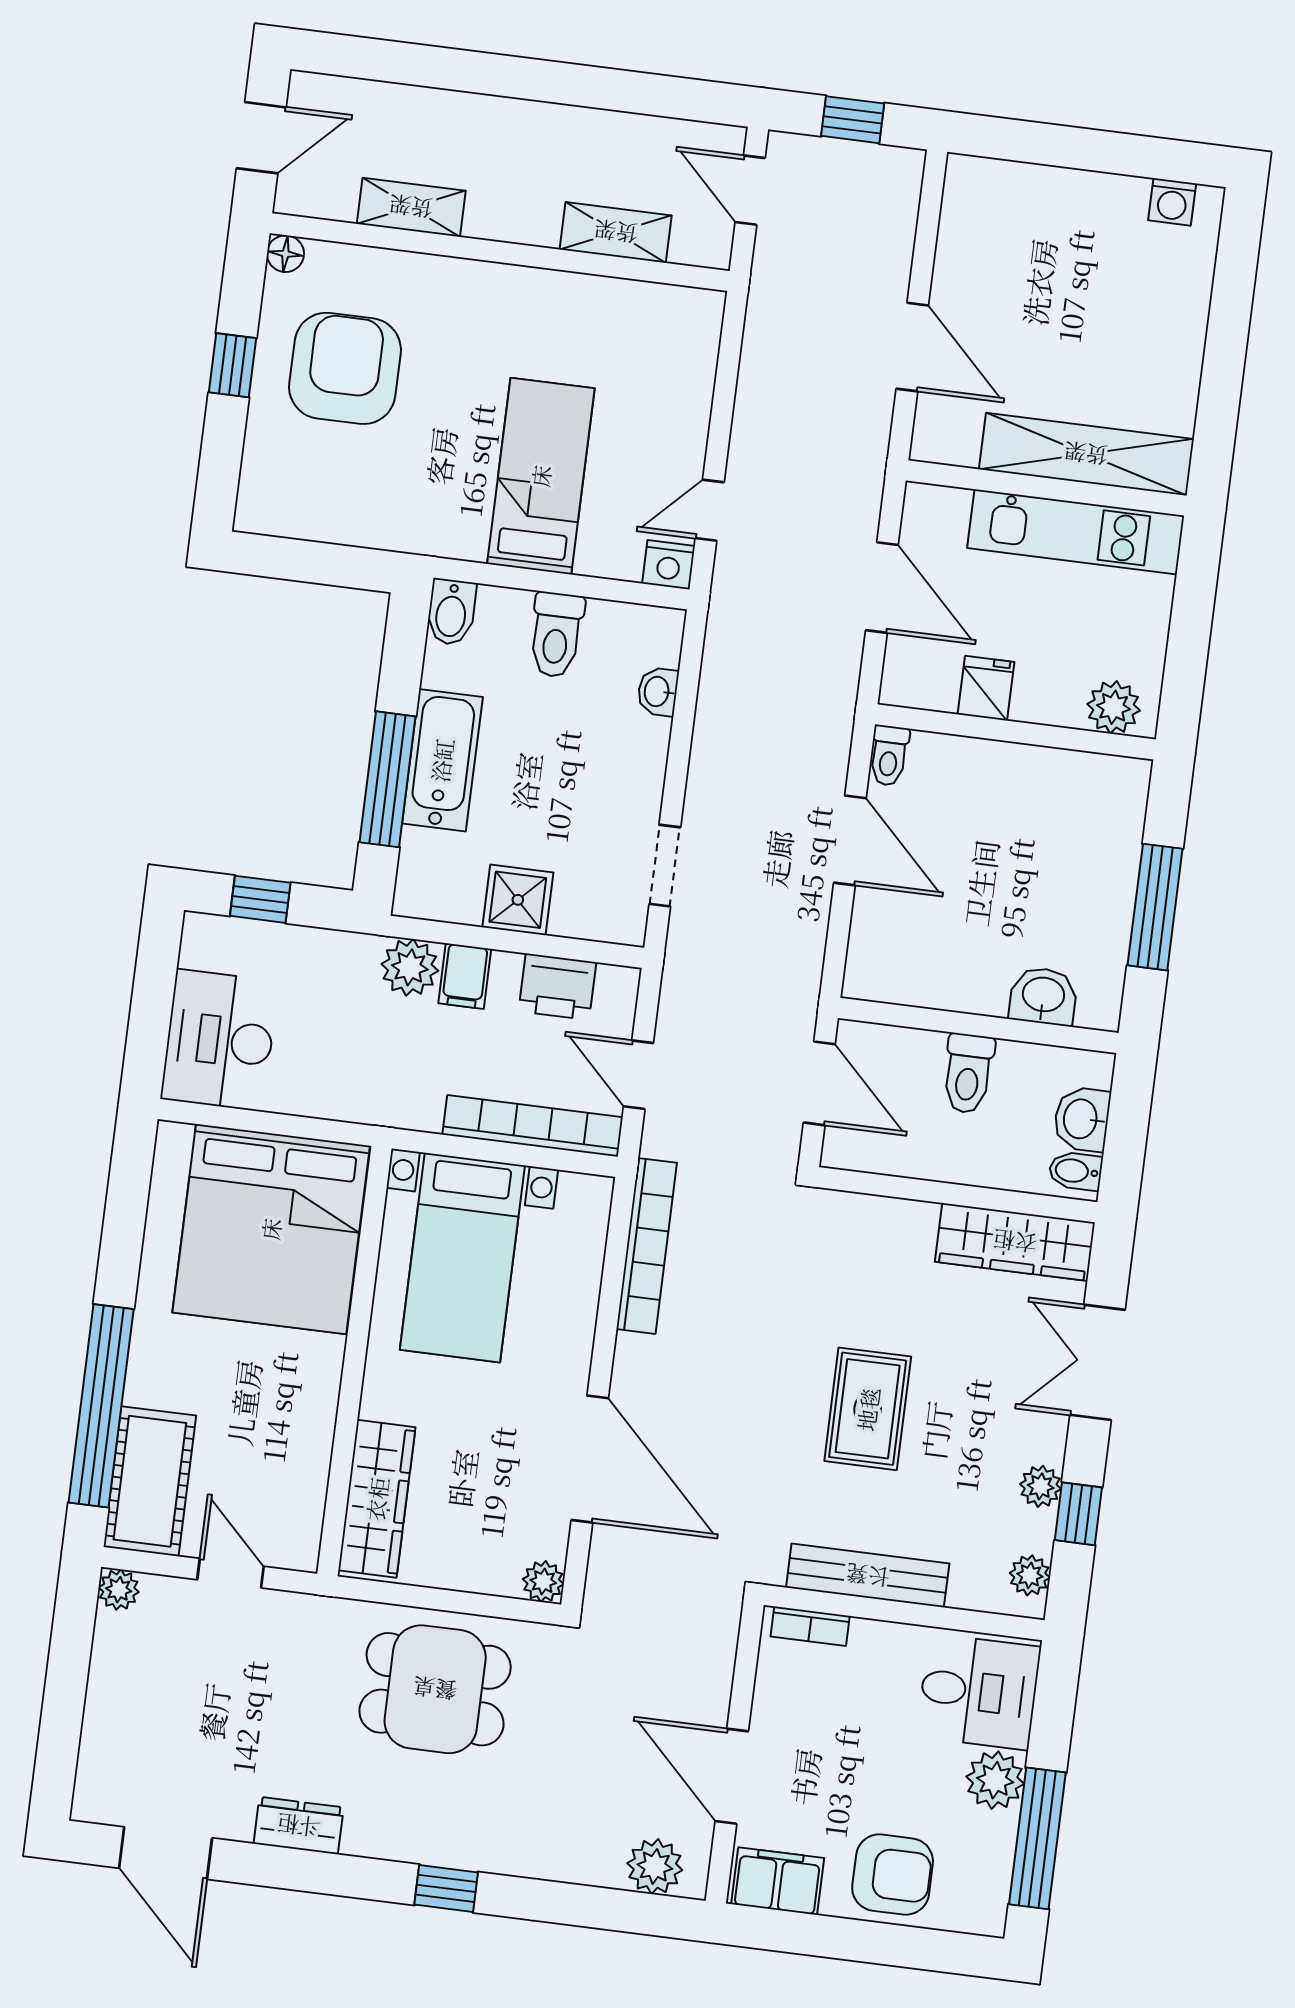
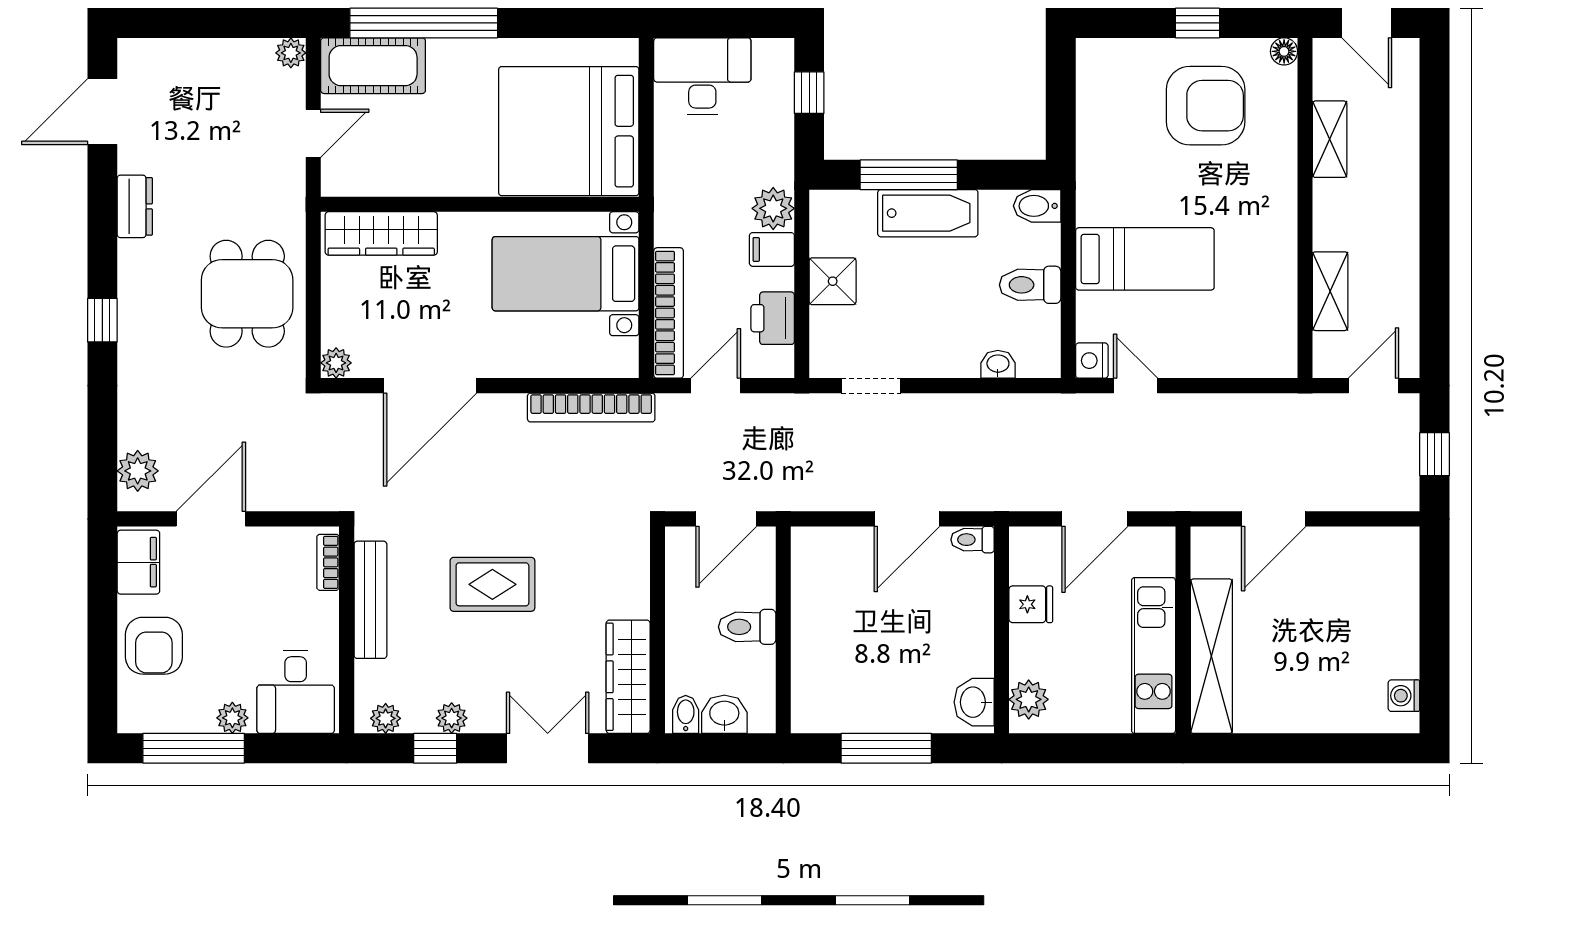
washbasin: (1043, 996) -> (974, 702), moved, turned 180
plant: (995, 1780) -> (232, 718), width x0.73, depth x0.73

